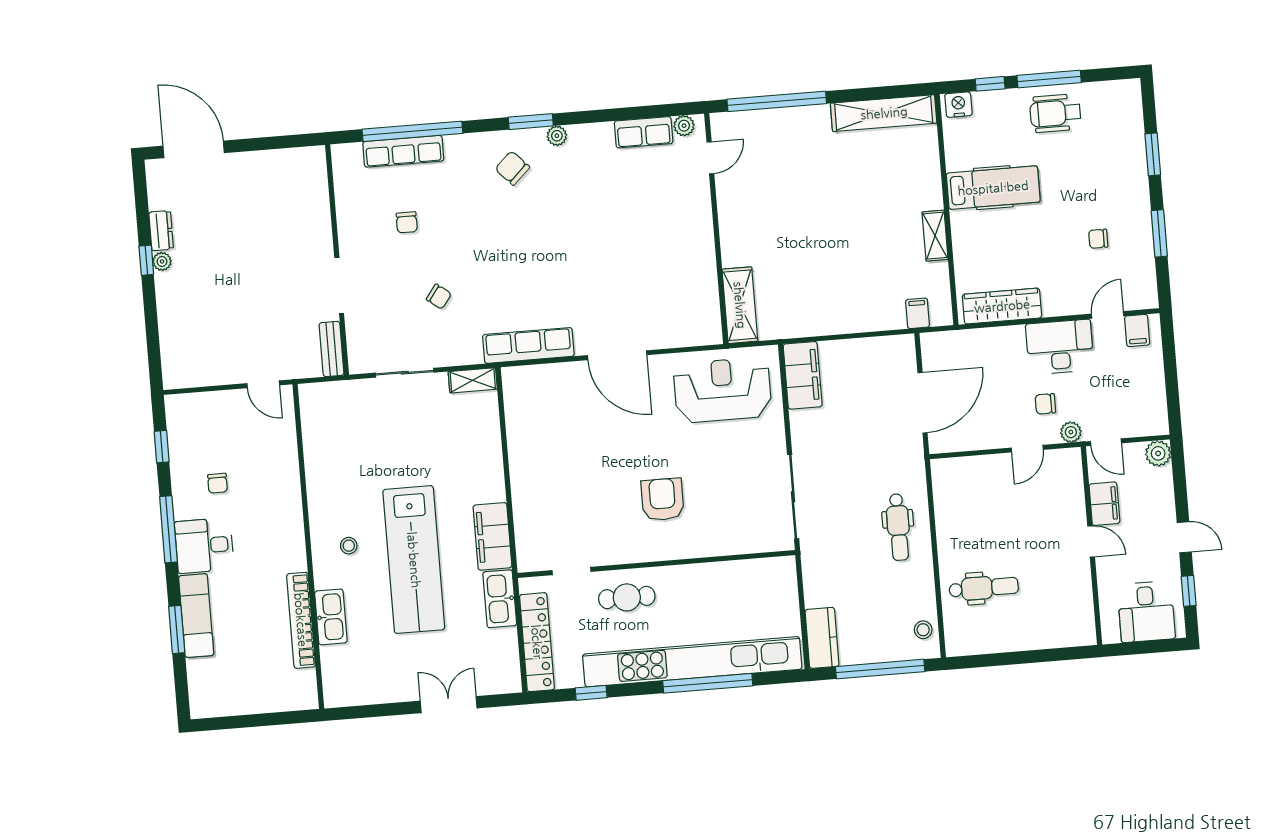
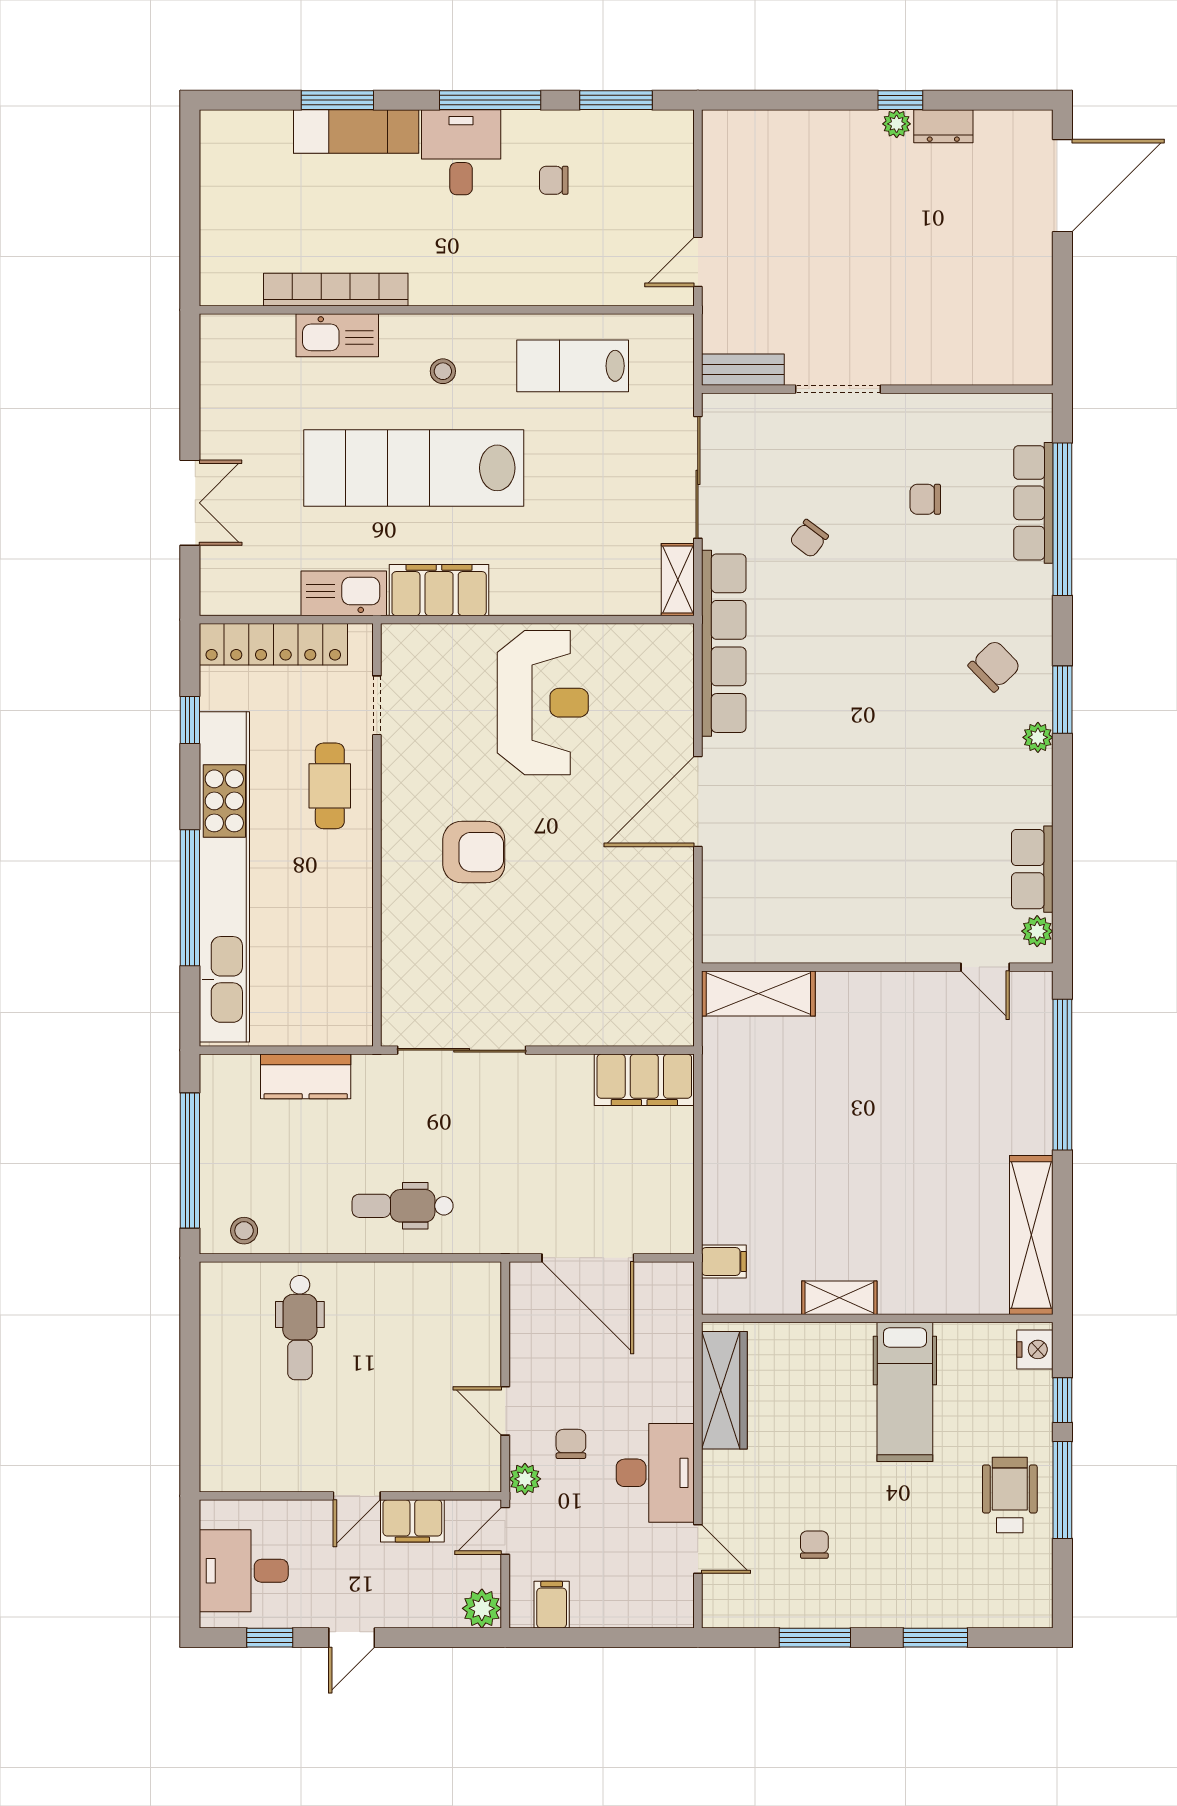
filing cabinet: (1137, 330) -> (552, 1605), moved, turned 90
row of seats: (528, 345) -> (724, 643), width x1.36
sliding door: (405, 373) -> (698, 477), width x1.37
reception desk: (722, 390) -> (543, 703), moved
window: (162, 447) -> (616, 100), width x1.50
lab bench: (338, 461) -> (573, 366), added
kitchen counter: (822, 638) -> (306, 1076), moved

